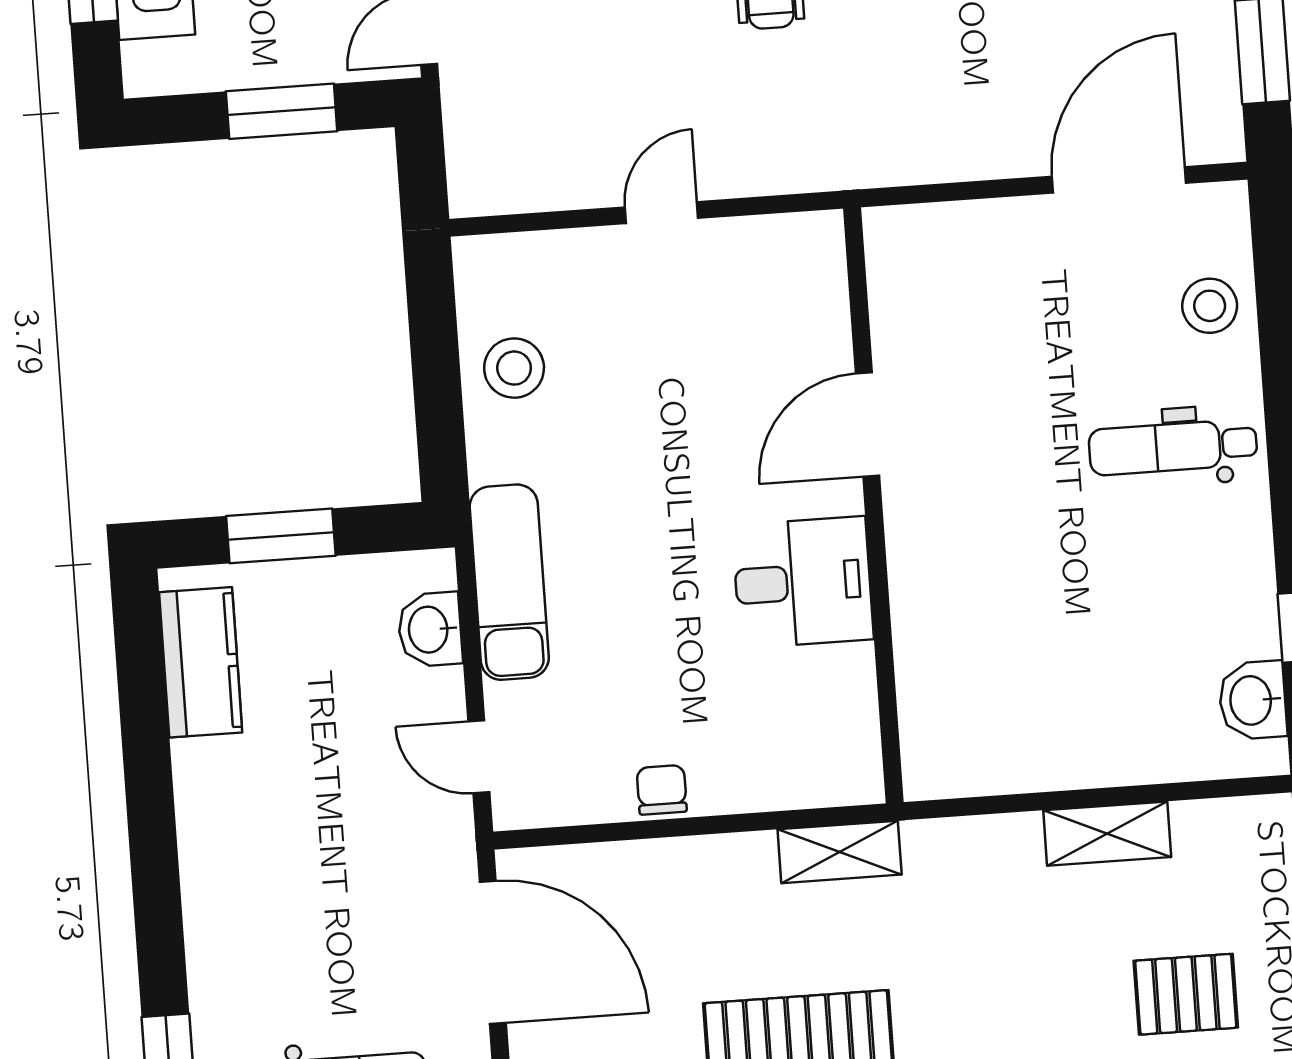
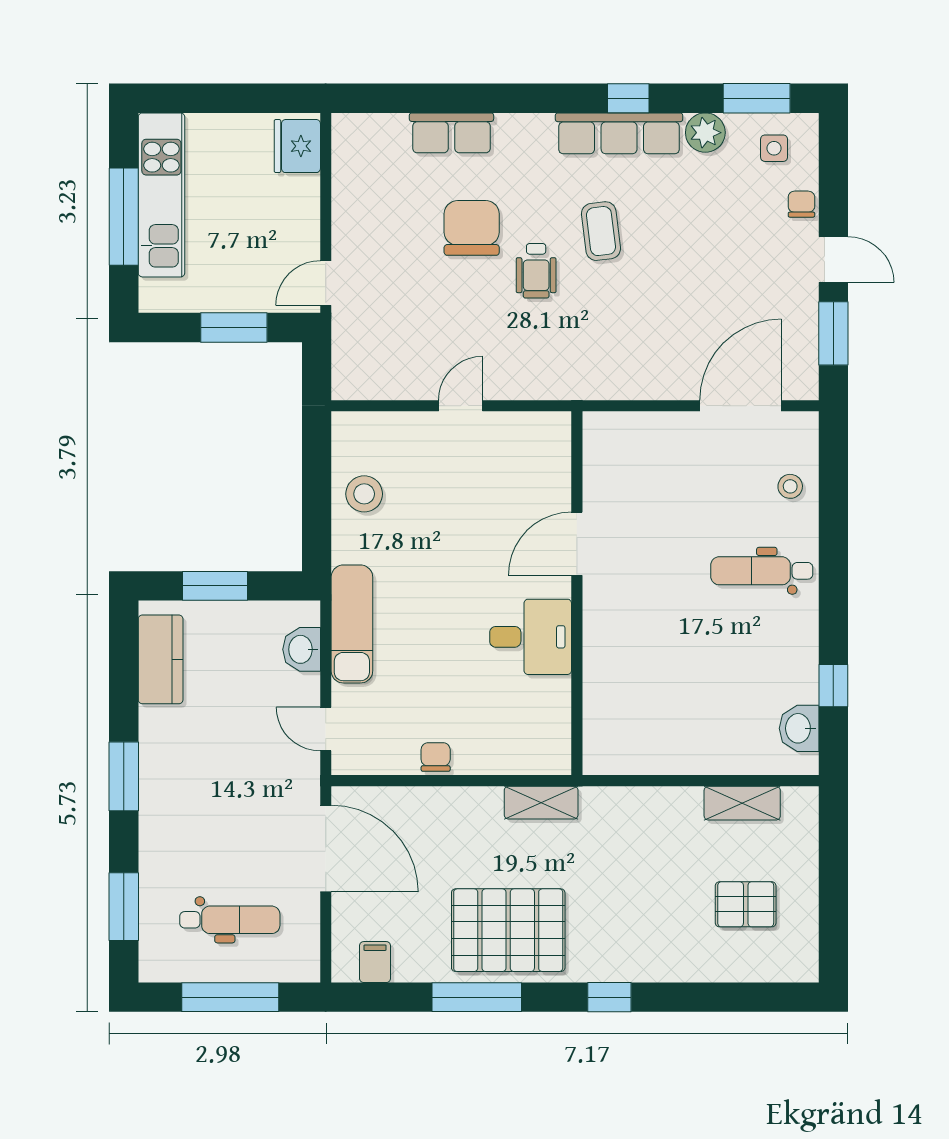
stool: (1210, 306) -> (790, 486), width x0.73, depth x0.73
shelving: (1107, 834) -> (742, 803), moved
window: (154, 858) -> (124, 776), added

